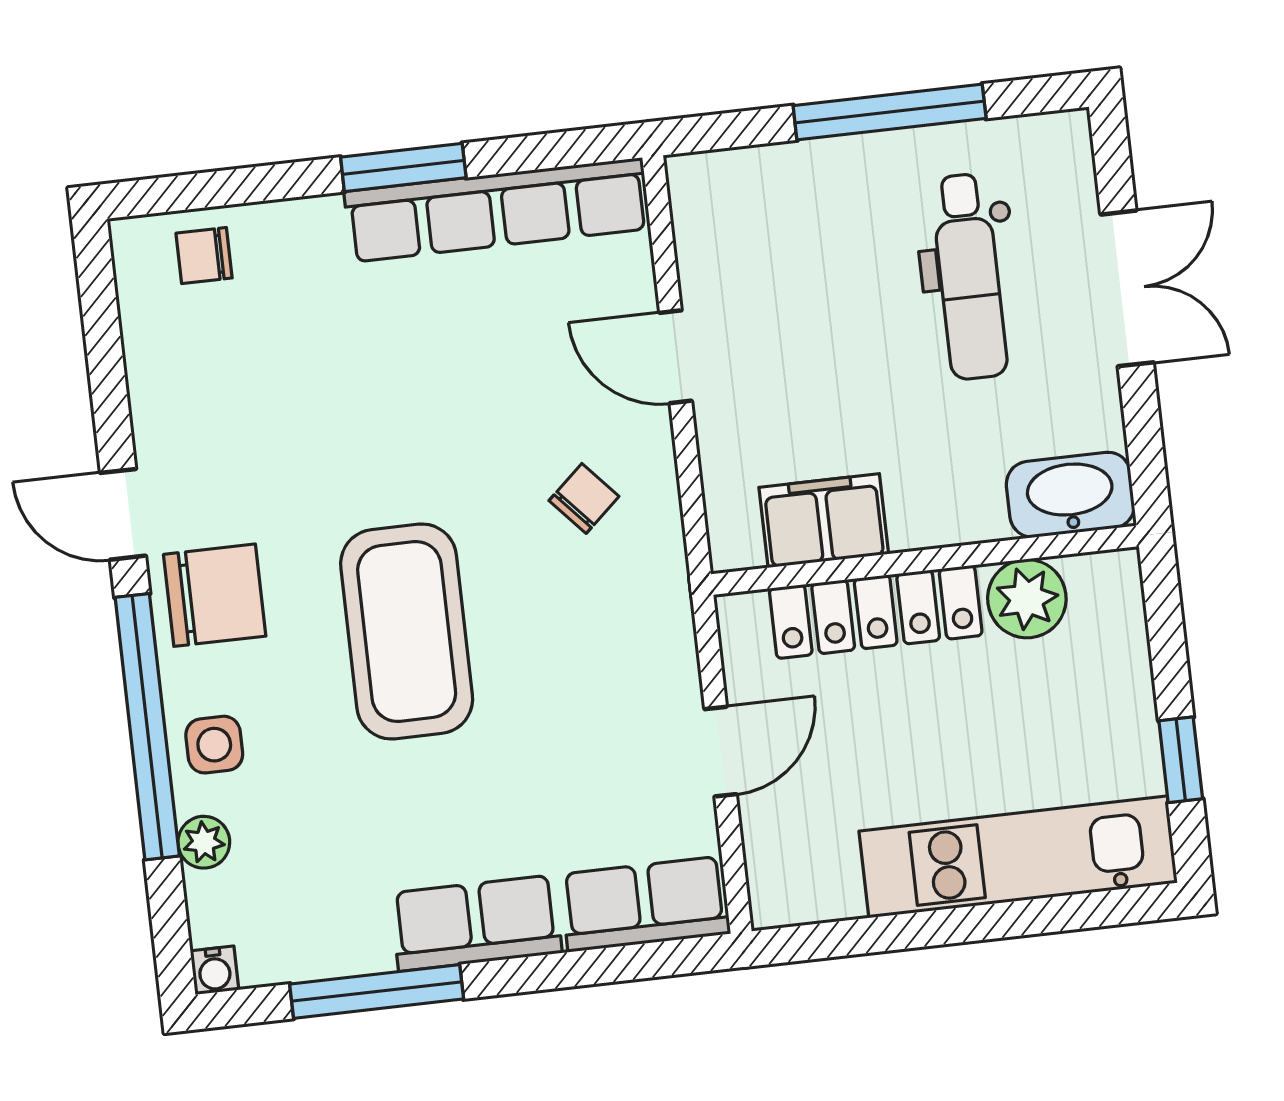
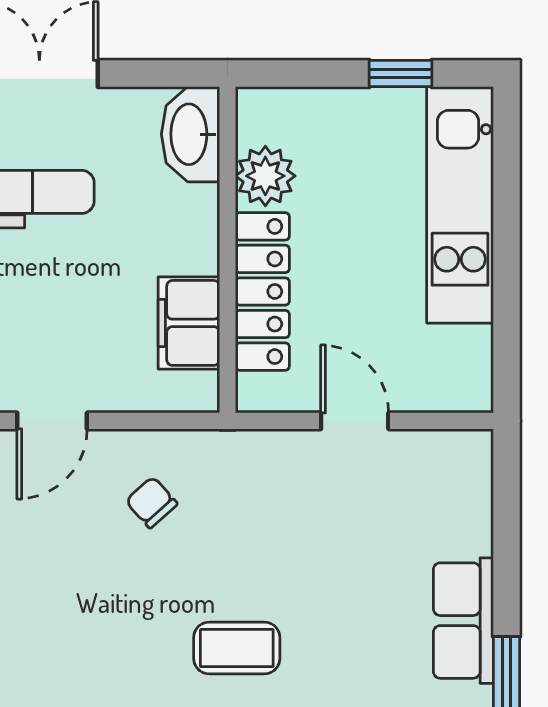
coffee table: (407, 631) -> (237, 648), width x0.54, depth x0.58
row of seats: (645, 904) -> (463, 491), removed

